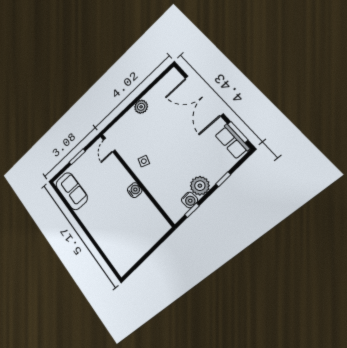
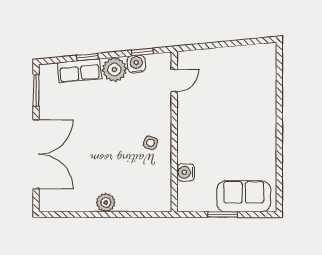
row of seats: (232, 142) -> (79, 71), moved, turned 85
door: (109, 145) -> (174, 81), moved
water cooler: (135, 190) -> (186, 172), moved
sofa: (72, 191) -> (244, 196), moved, turned 90

